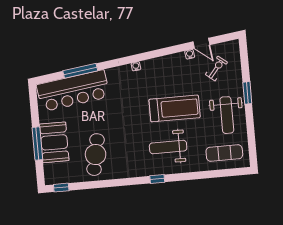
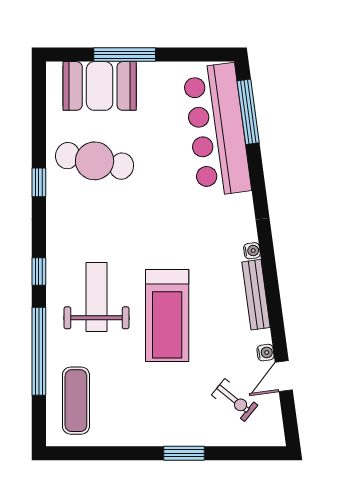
bench: (159, 62) -> (256, 295), added
window: (80, 71) -> (248, 112), moved
weight bench: (227, 115) -> (146, 412), removed
booth: (54, 142) -> (100, 86), moved
window: (200, 175) -> (39, 351), added
window: (61, 188) -> (39, 182), moved

